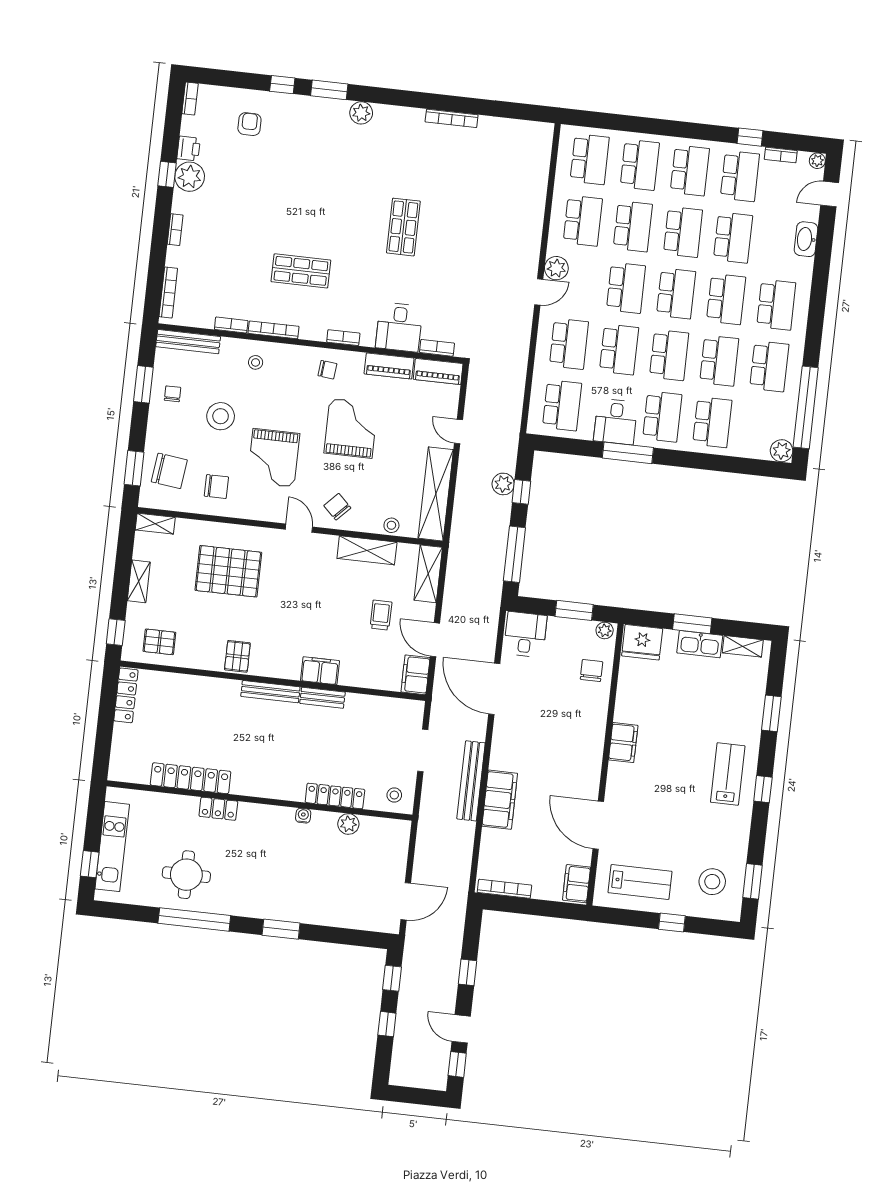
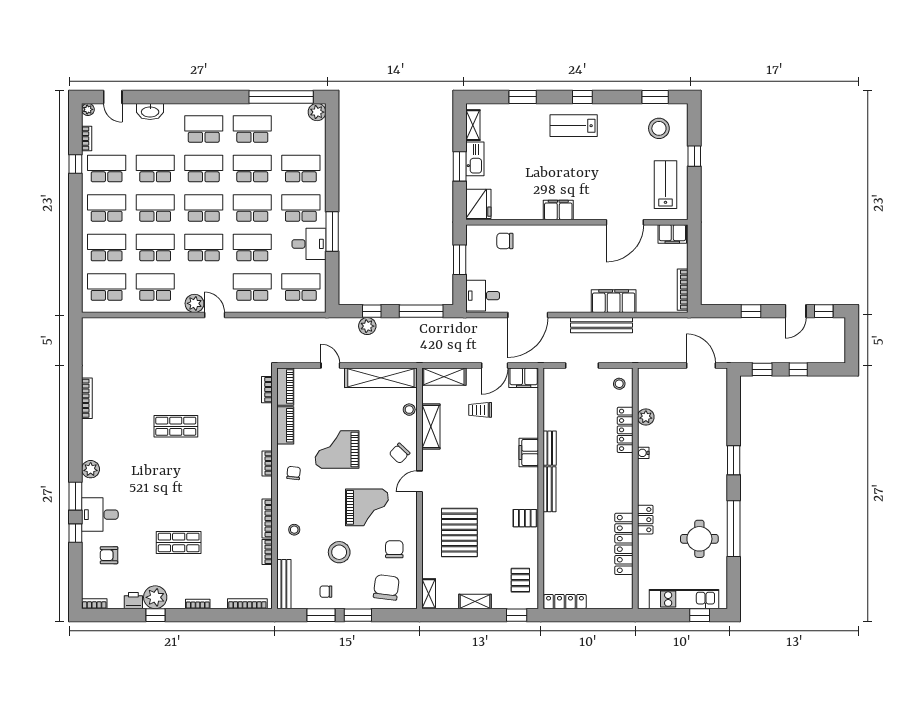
shop shelf: (301, 271) -> (179, 542), moved, turned 90
desk: (399, 327) -> (100, 515), moved, turned 180
door: (458, 432) -> (330, 365), swing flipped
window: (134, 468) -> (358, 615), moved
plant: (605, 630) -> (473, 234), removed

